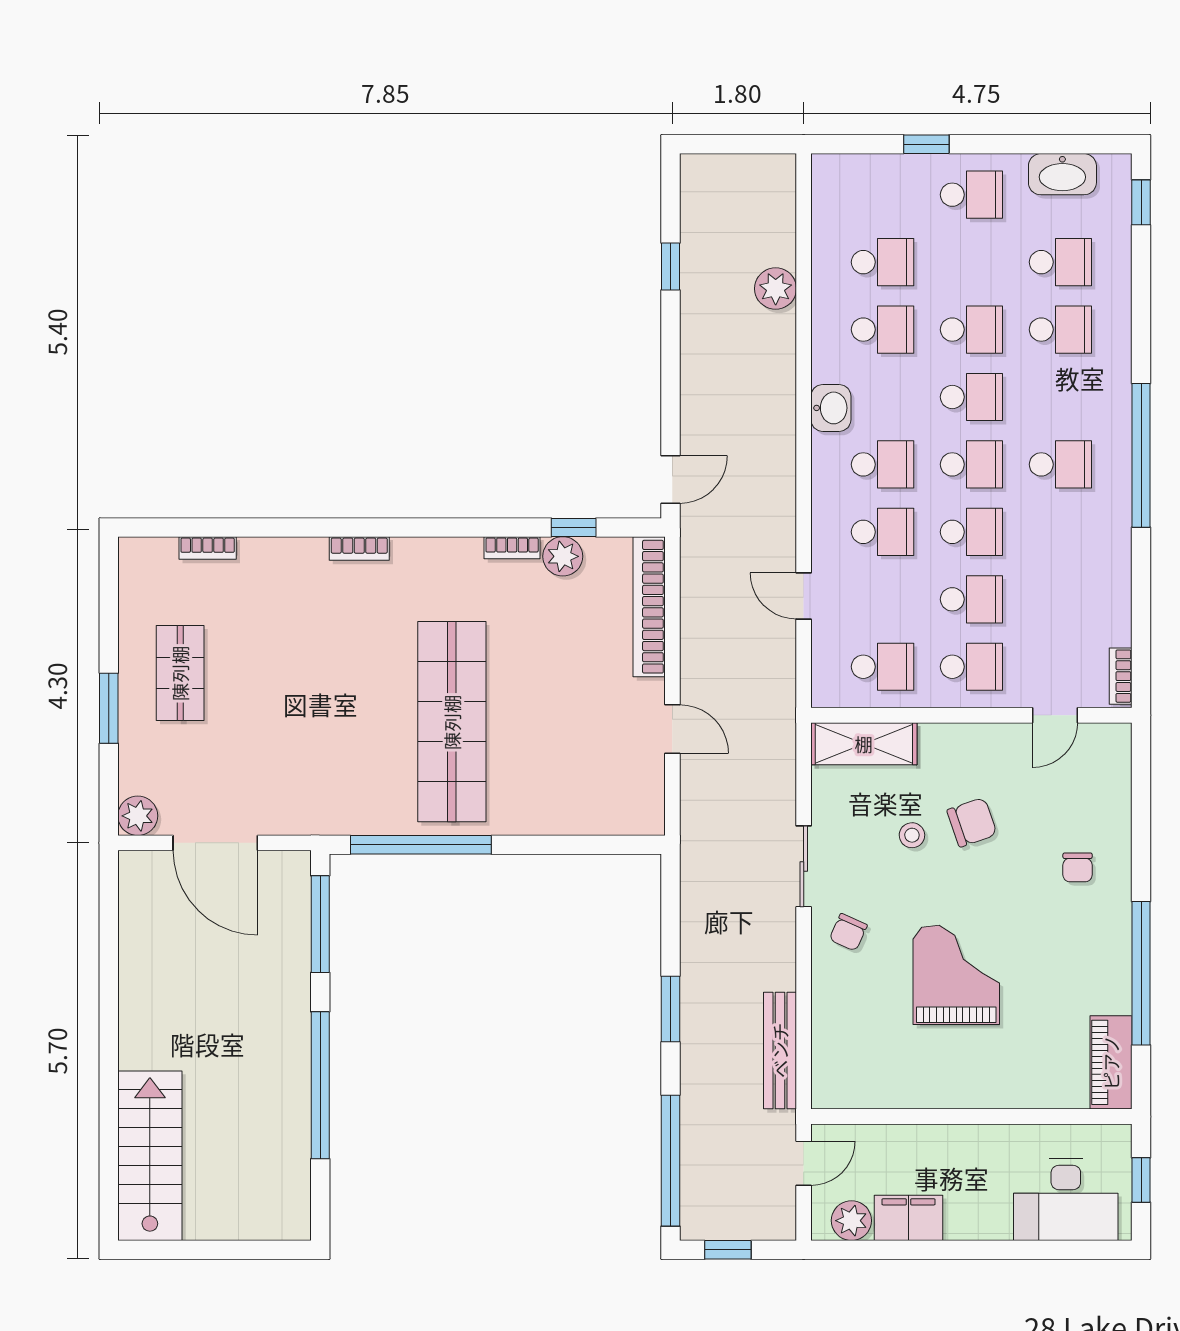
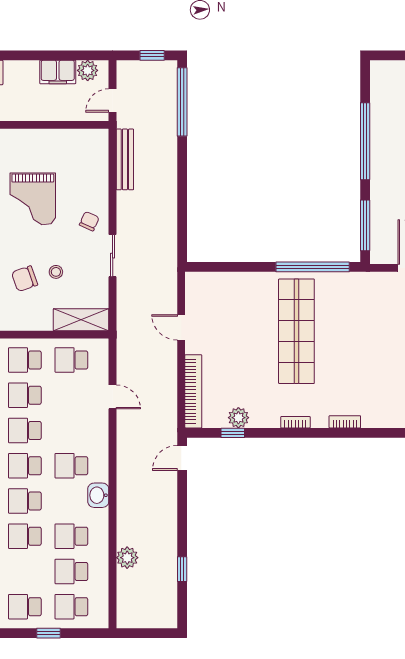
school desk: (883, 532) -> (71, 607), moved
bookcase: (512, 548) -> (295, 422), moved
window: (671, 1009) -> (182, 181), removed

